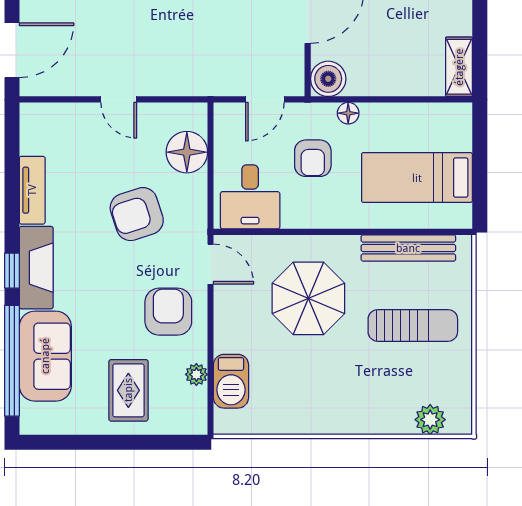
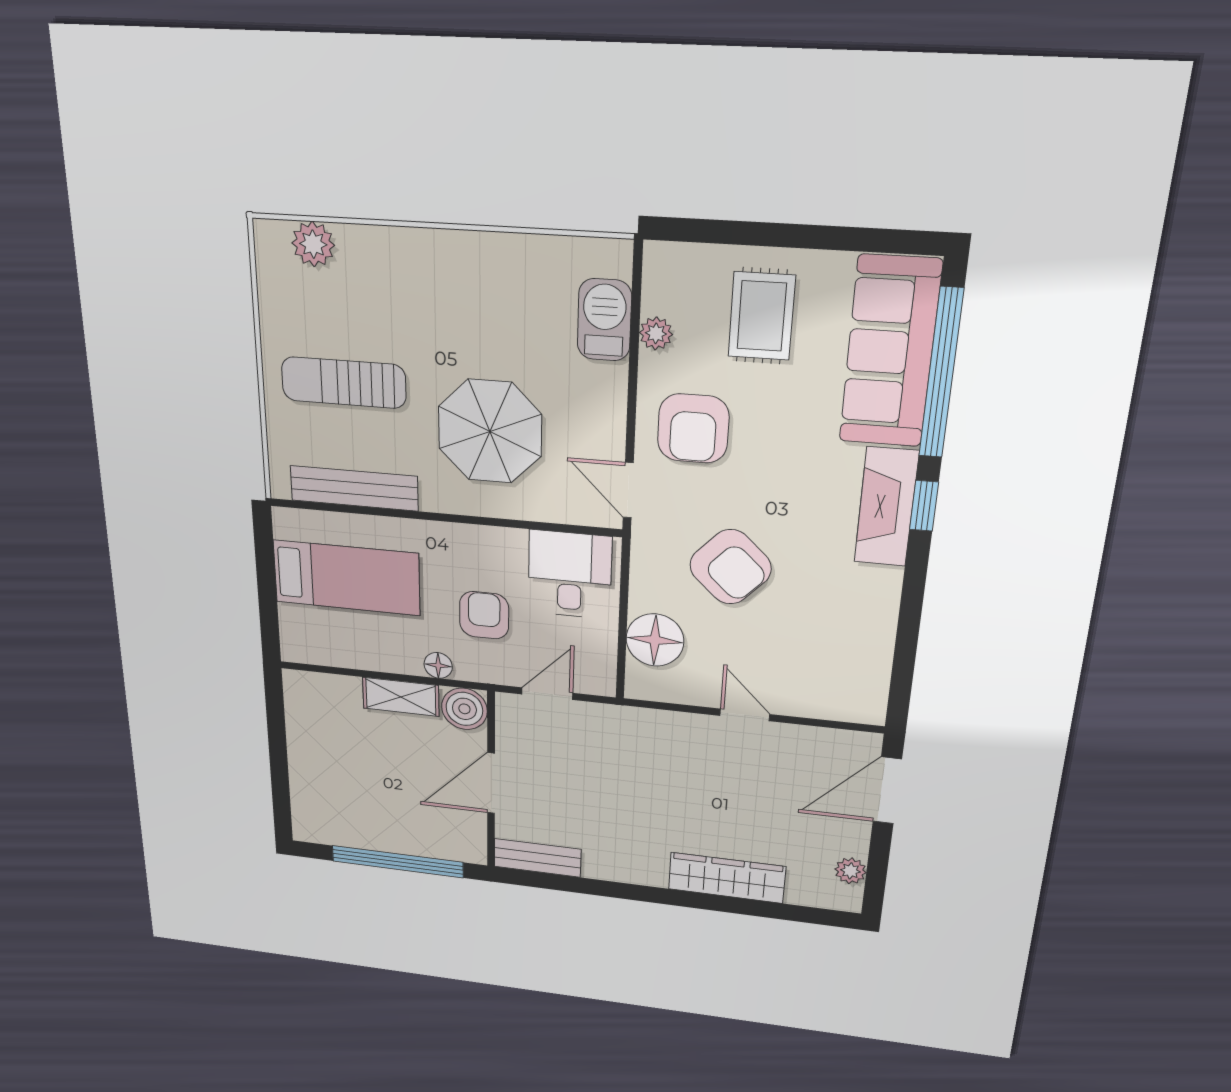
shelving: (459, 67) -> (401, 697), moved, turned 90
tv unit: (32, 190) -> (880, 613), removed
armchair: (137, 214) -> (730, 567), turned 61
sofa: (45, 356) -> (890, 352), width x1.36

